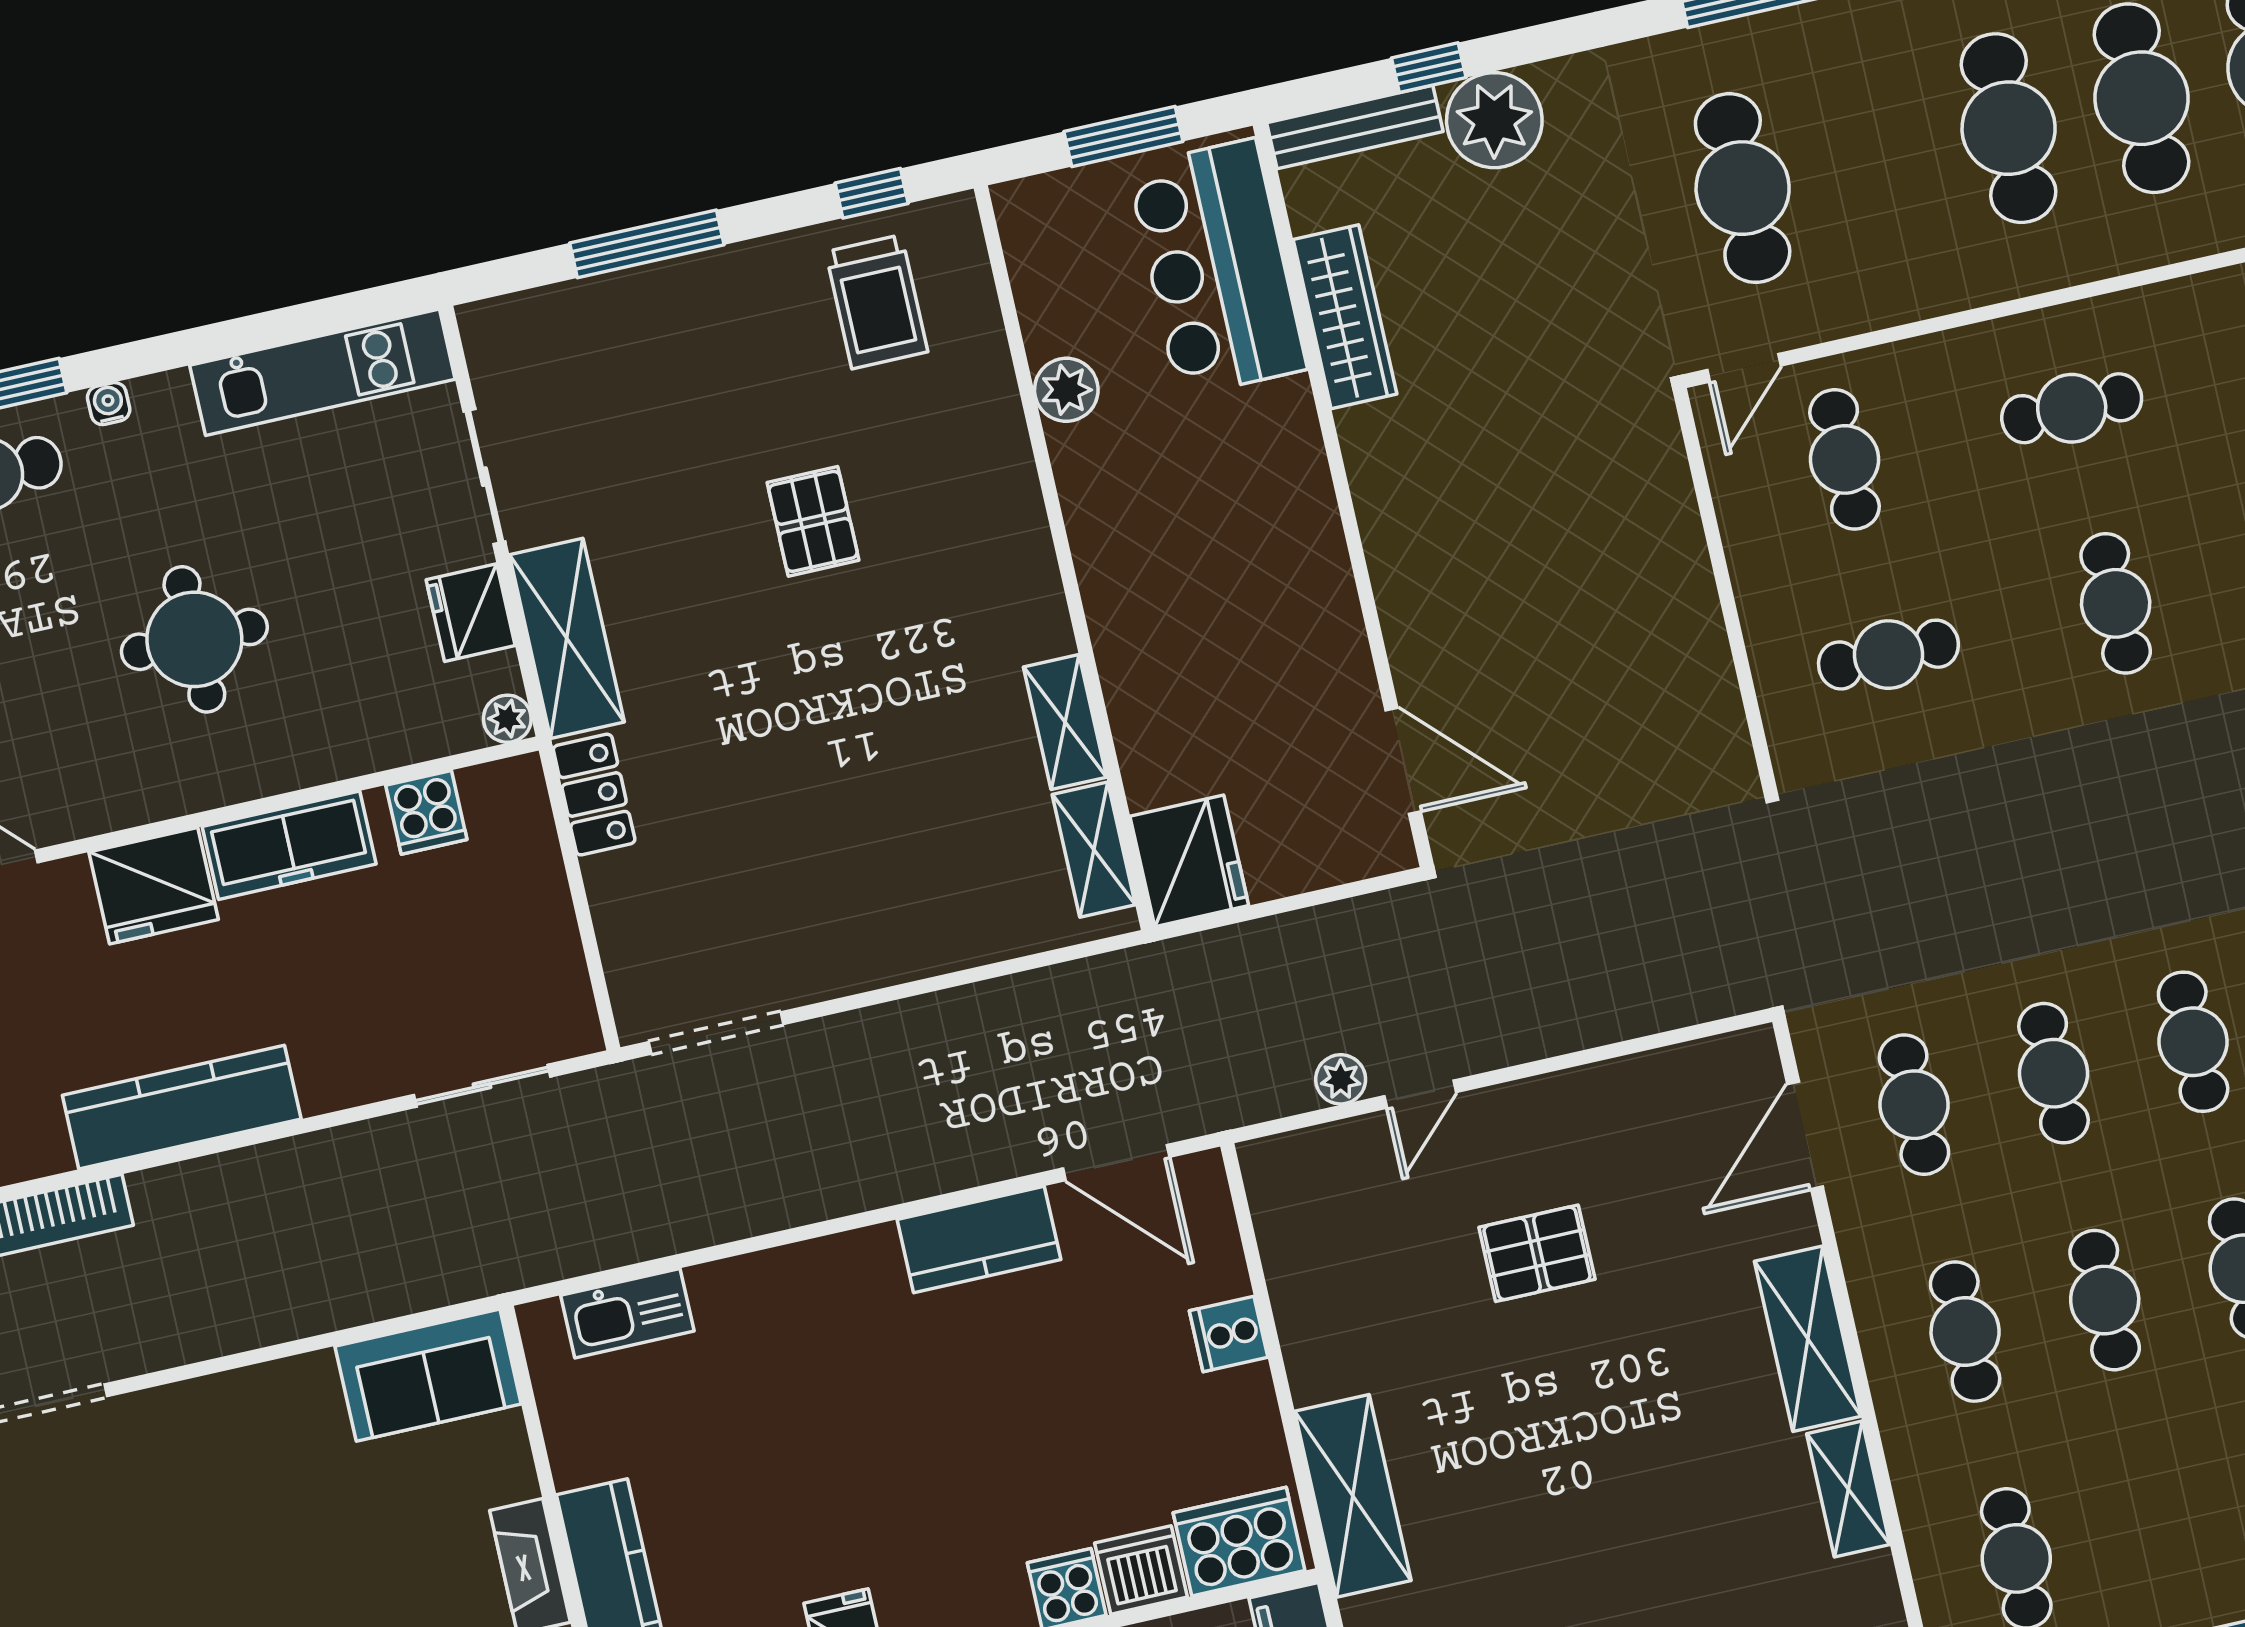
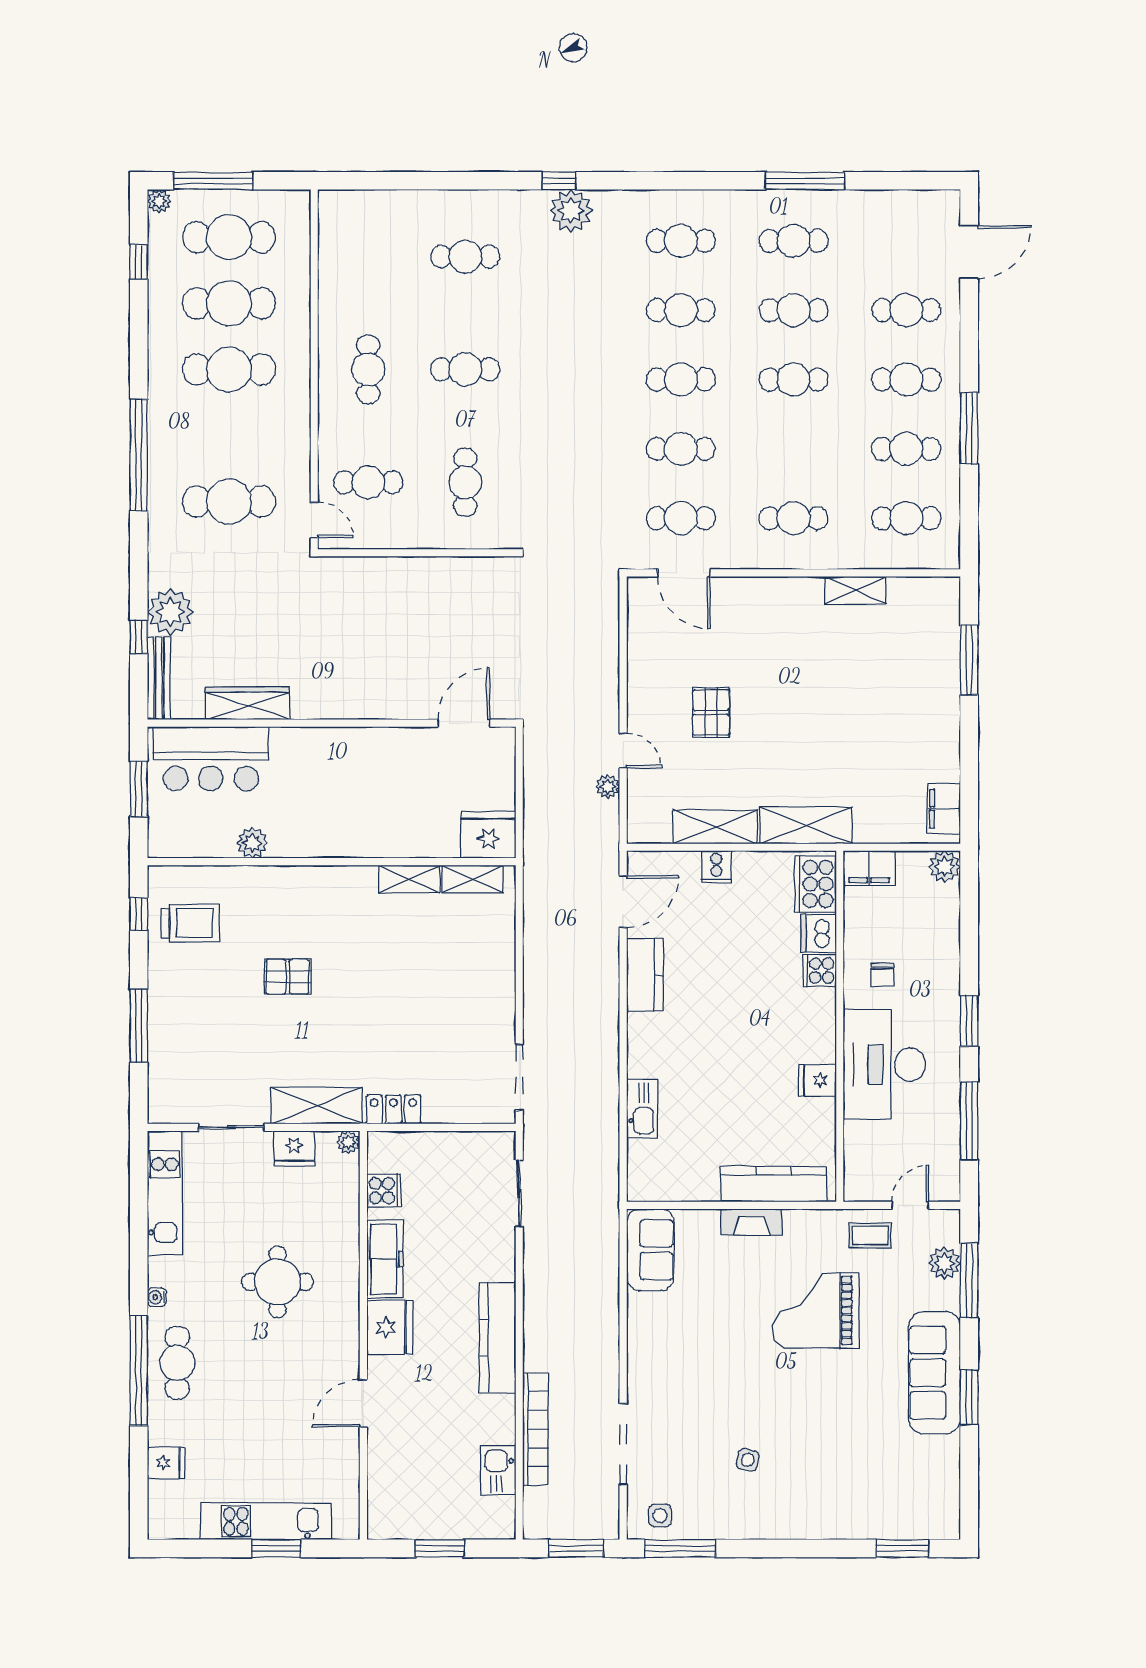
cafe table: (2105, 1300) -> (906, 449), moved
kitchen sink: (627, 1313) -> (642, 1109), moved
shelving: (1808, 1339) -> (715, 827), moved

